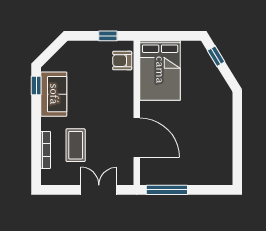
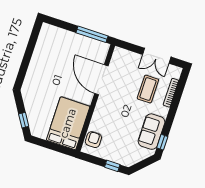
window: (108, 36) -> (112, 166), moved
armchair: (122, 61) -> (93, 140), turned -90
double door: (99, 190) -> (157, 56), moved

